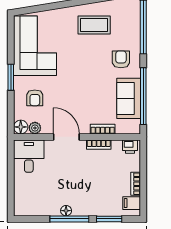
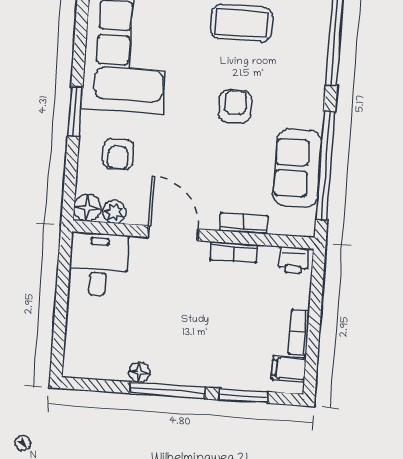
armchair: (121, 59) -> (235, 106), moved
floor lamp: (66, 211) -> (139, 373), moved

